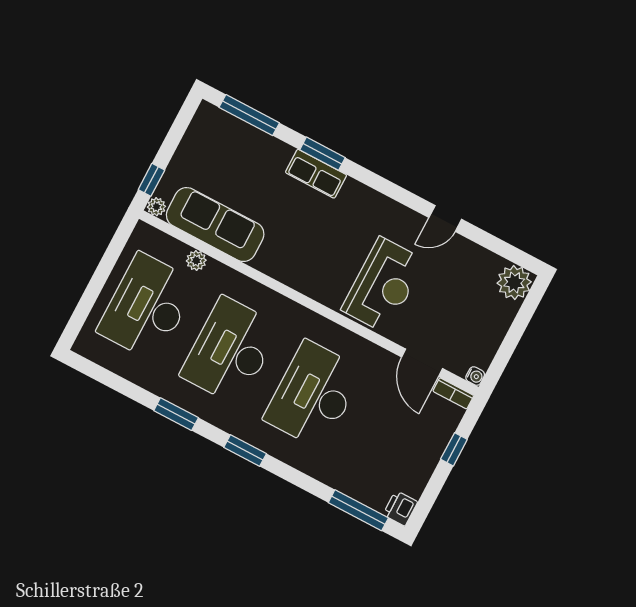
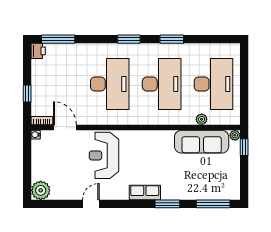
row of seats: (316, 174) -> (145, 192), moved

